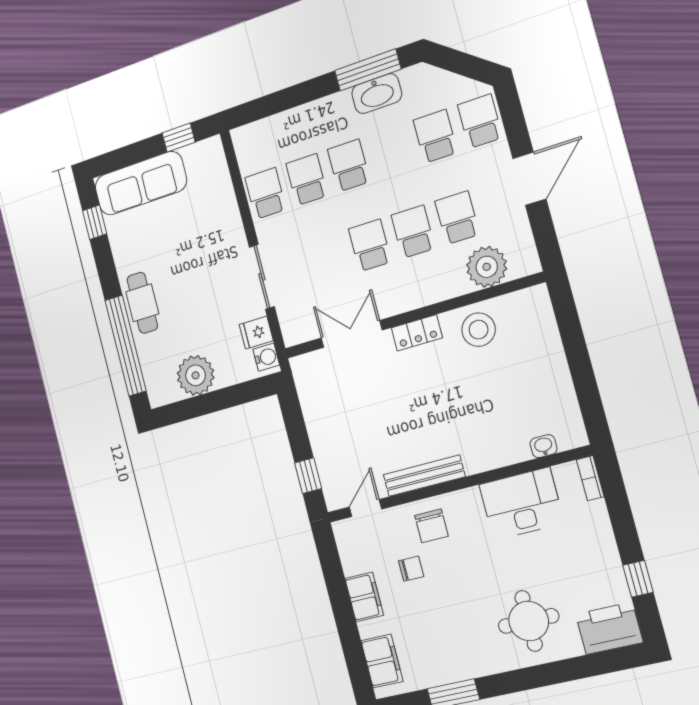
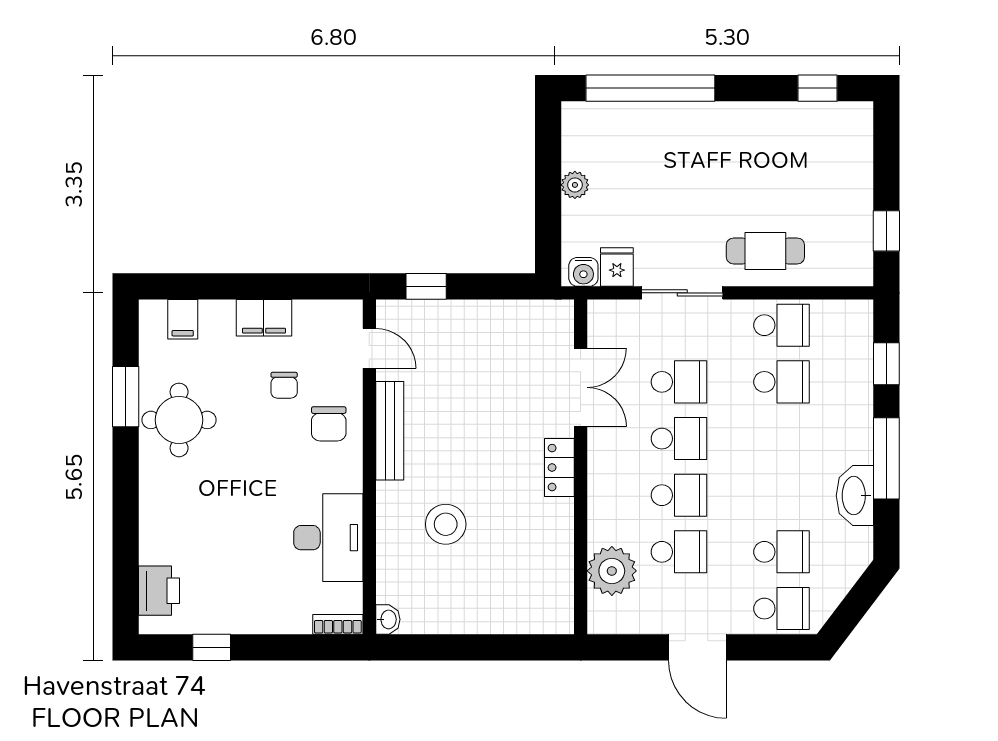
window: (368, 70) -> (886, 458), moved
window: (273, 104) -> (886, 364), added
school desk: (349, 165) -> (679, 382), moved
sofa: (141, 183) -> (846, 165), removed
cafe table: (142, 303) -> (765, 251), moved
stool: (479, 330) -> (446, 524), moved
plant: (196, 375) -> (575, 185), width x0.53, depth x0.53
washbasin: (544, 446) -> (388, 619), moved
chair: (431, 526) -> (329, 424), turned -90
round table: (529, 621) -> (179, 420), moved
printer: (609, 628) -> (159, 591), width x0.73, depth x0.84
filing cabinet: (382, 661) -> (183, 319), width x0.50

